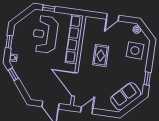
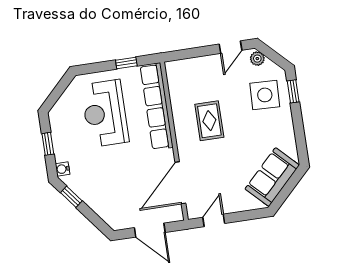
window: (49, 8) -> (126, 63), moved
door: (113, 17) -> (231, 47), moved
window: (147, 78) -> (293, 91), moved
door: (75, 84) -> (180, 183), hinge flipped

